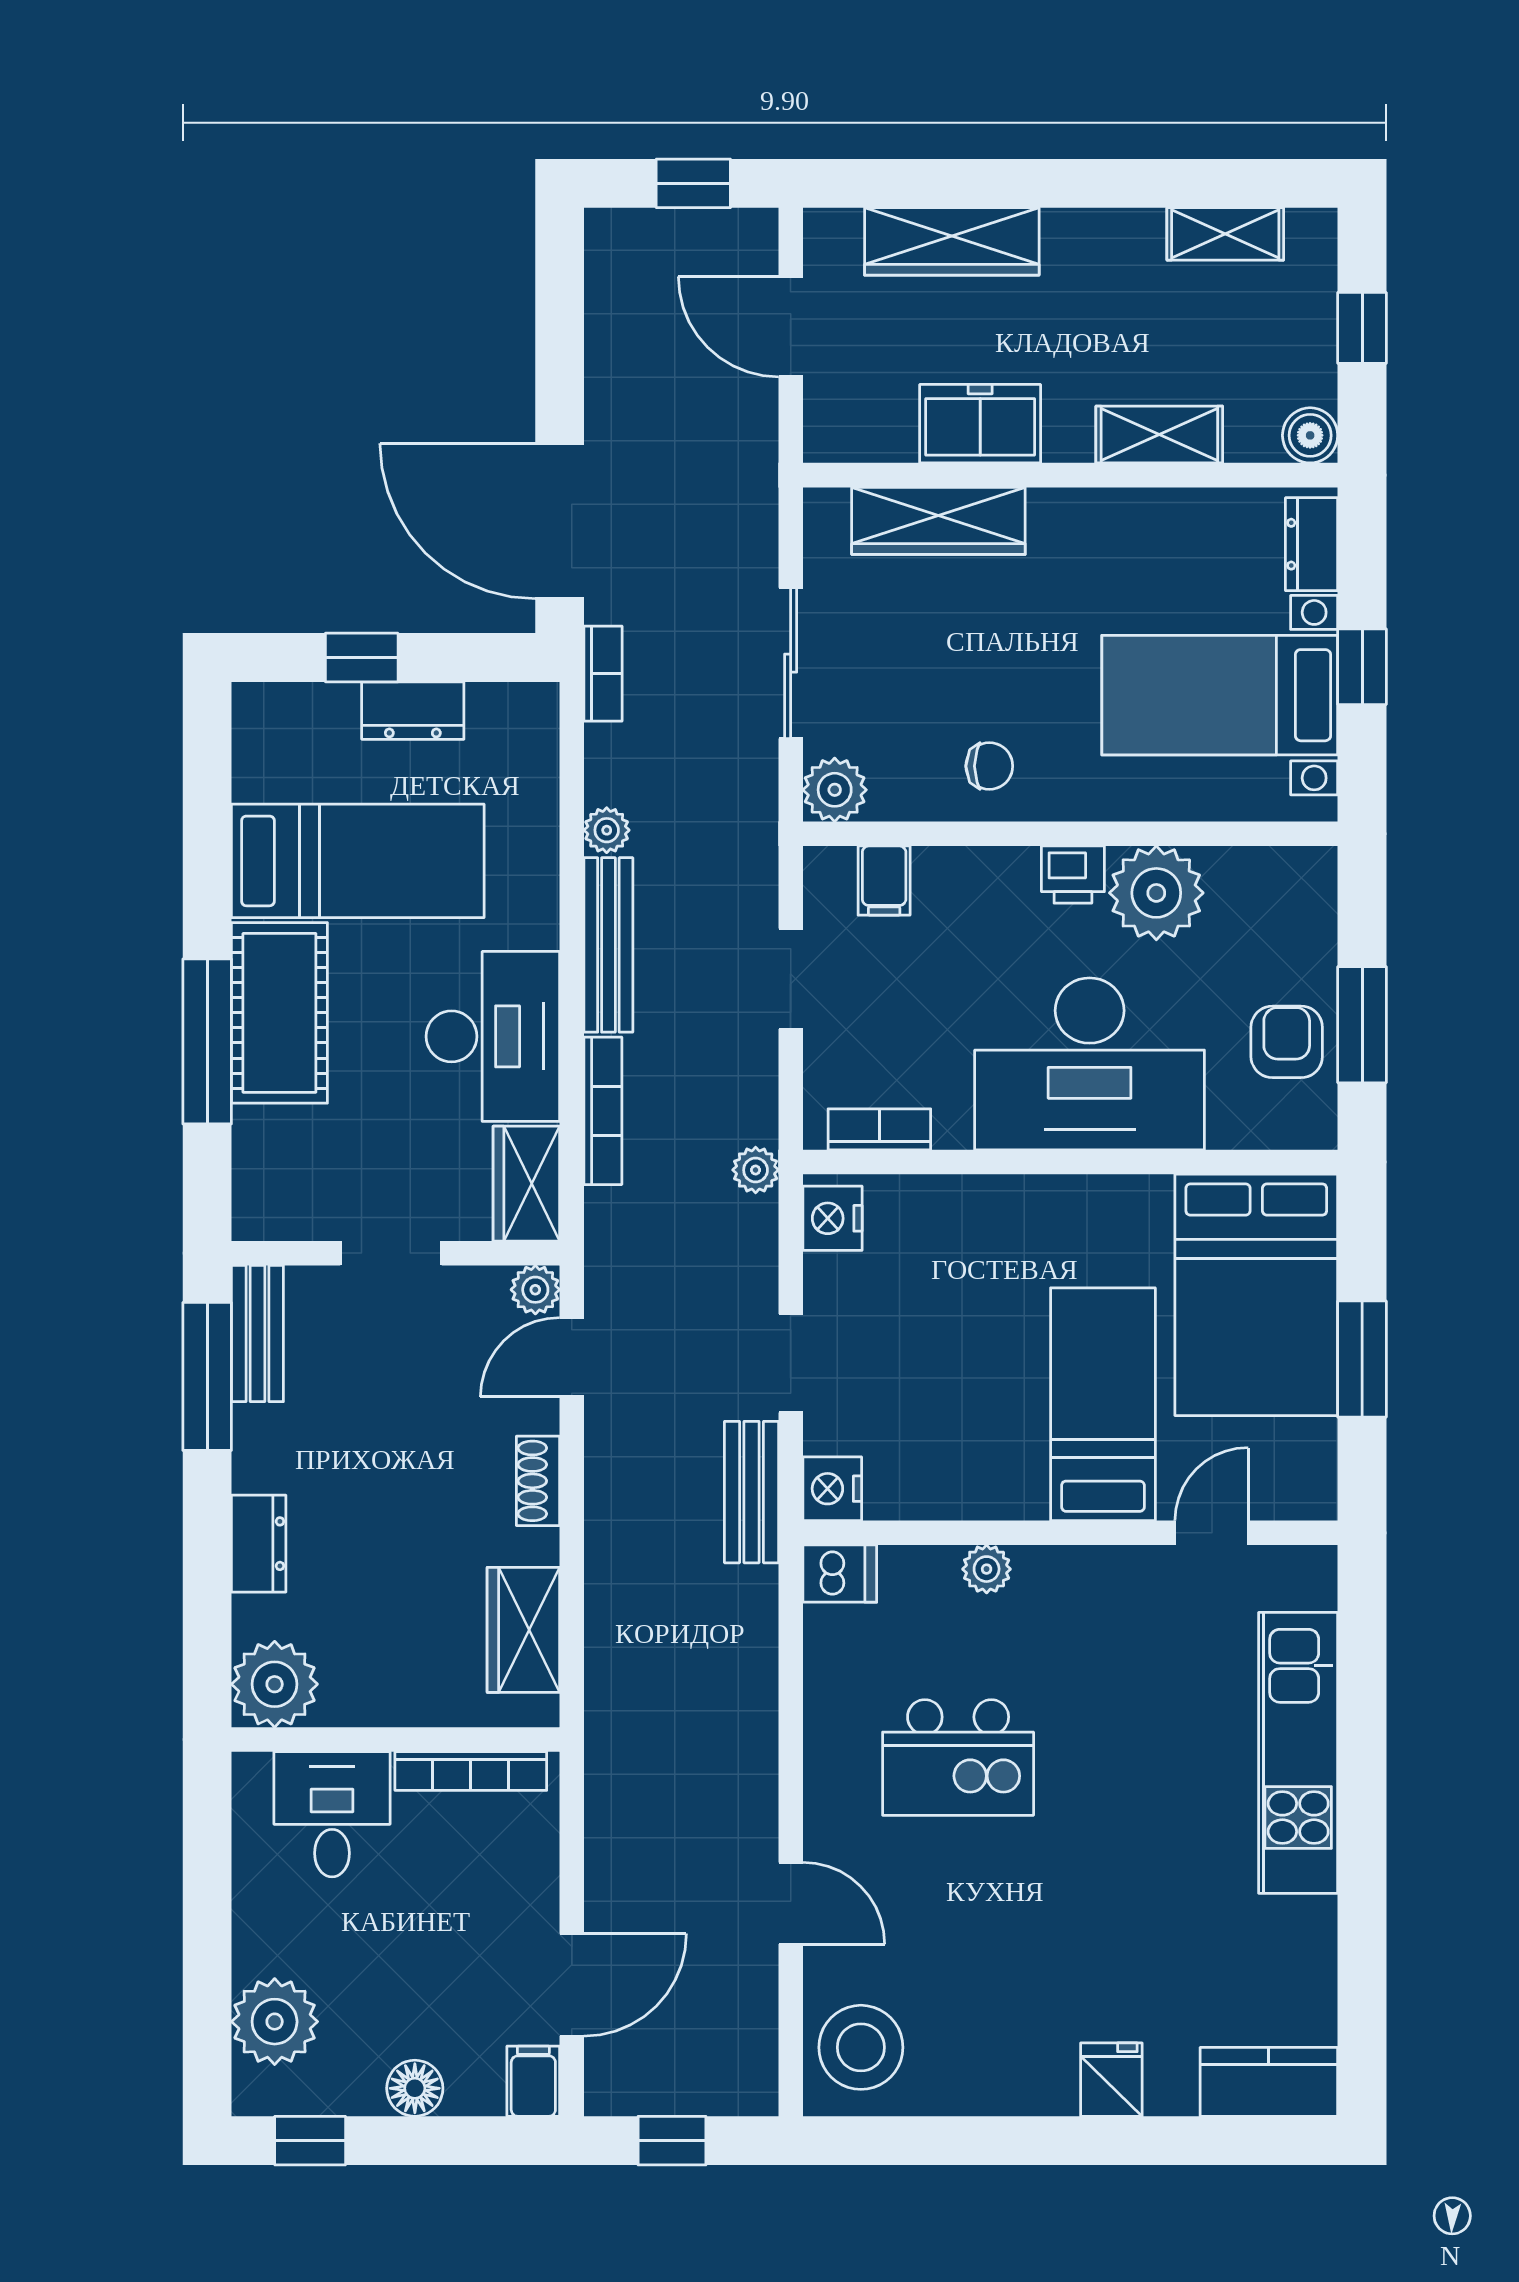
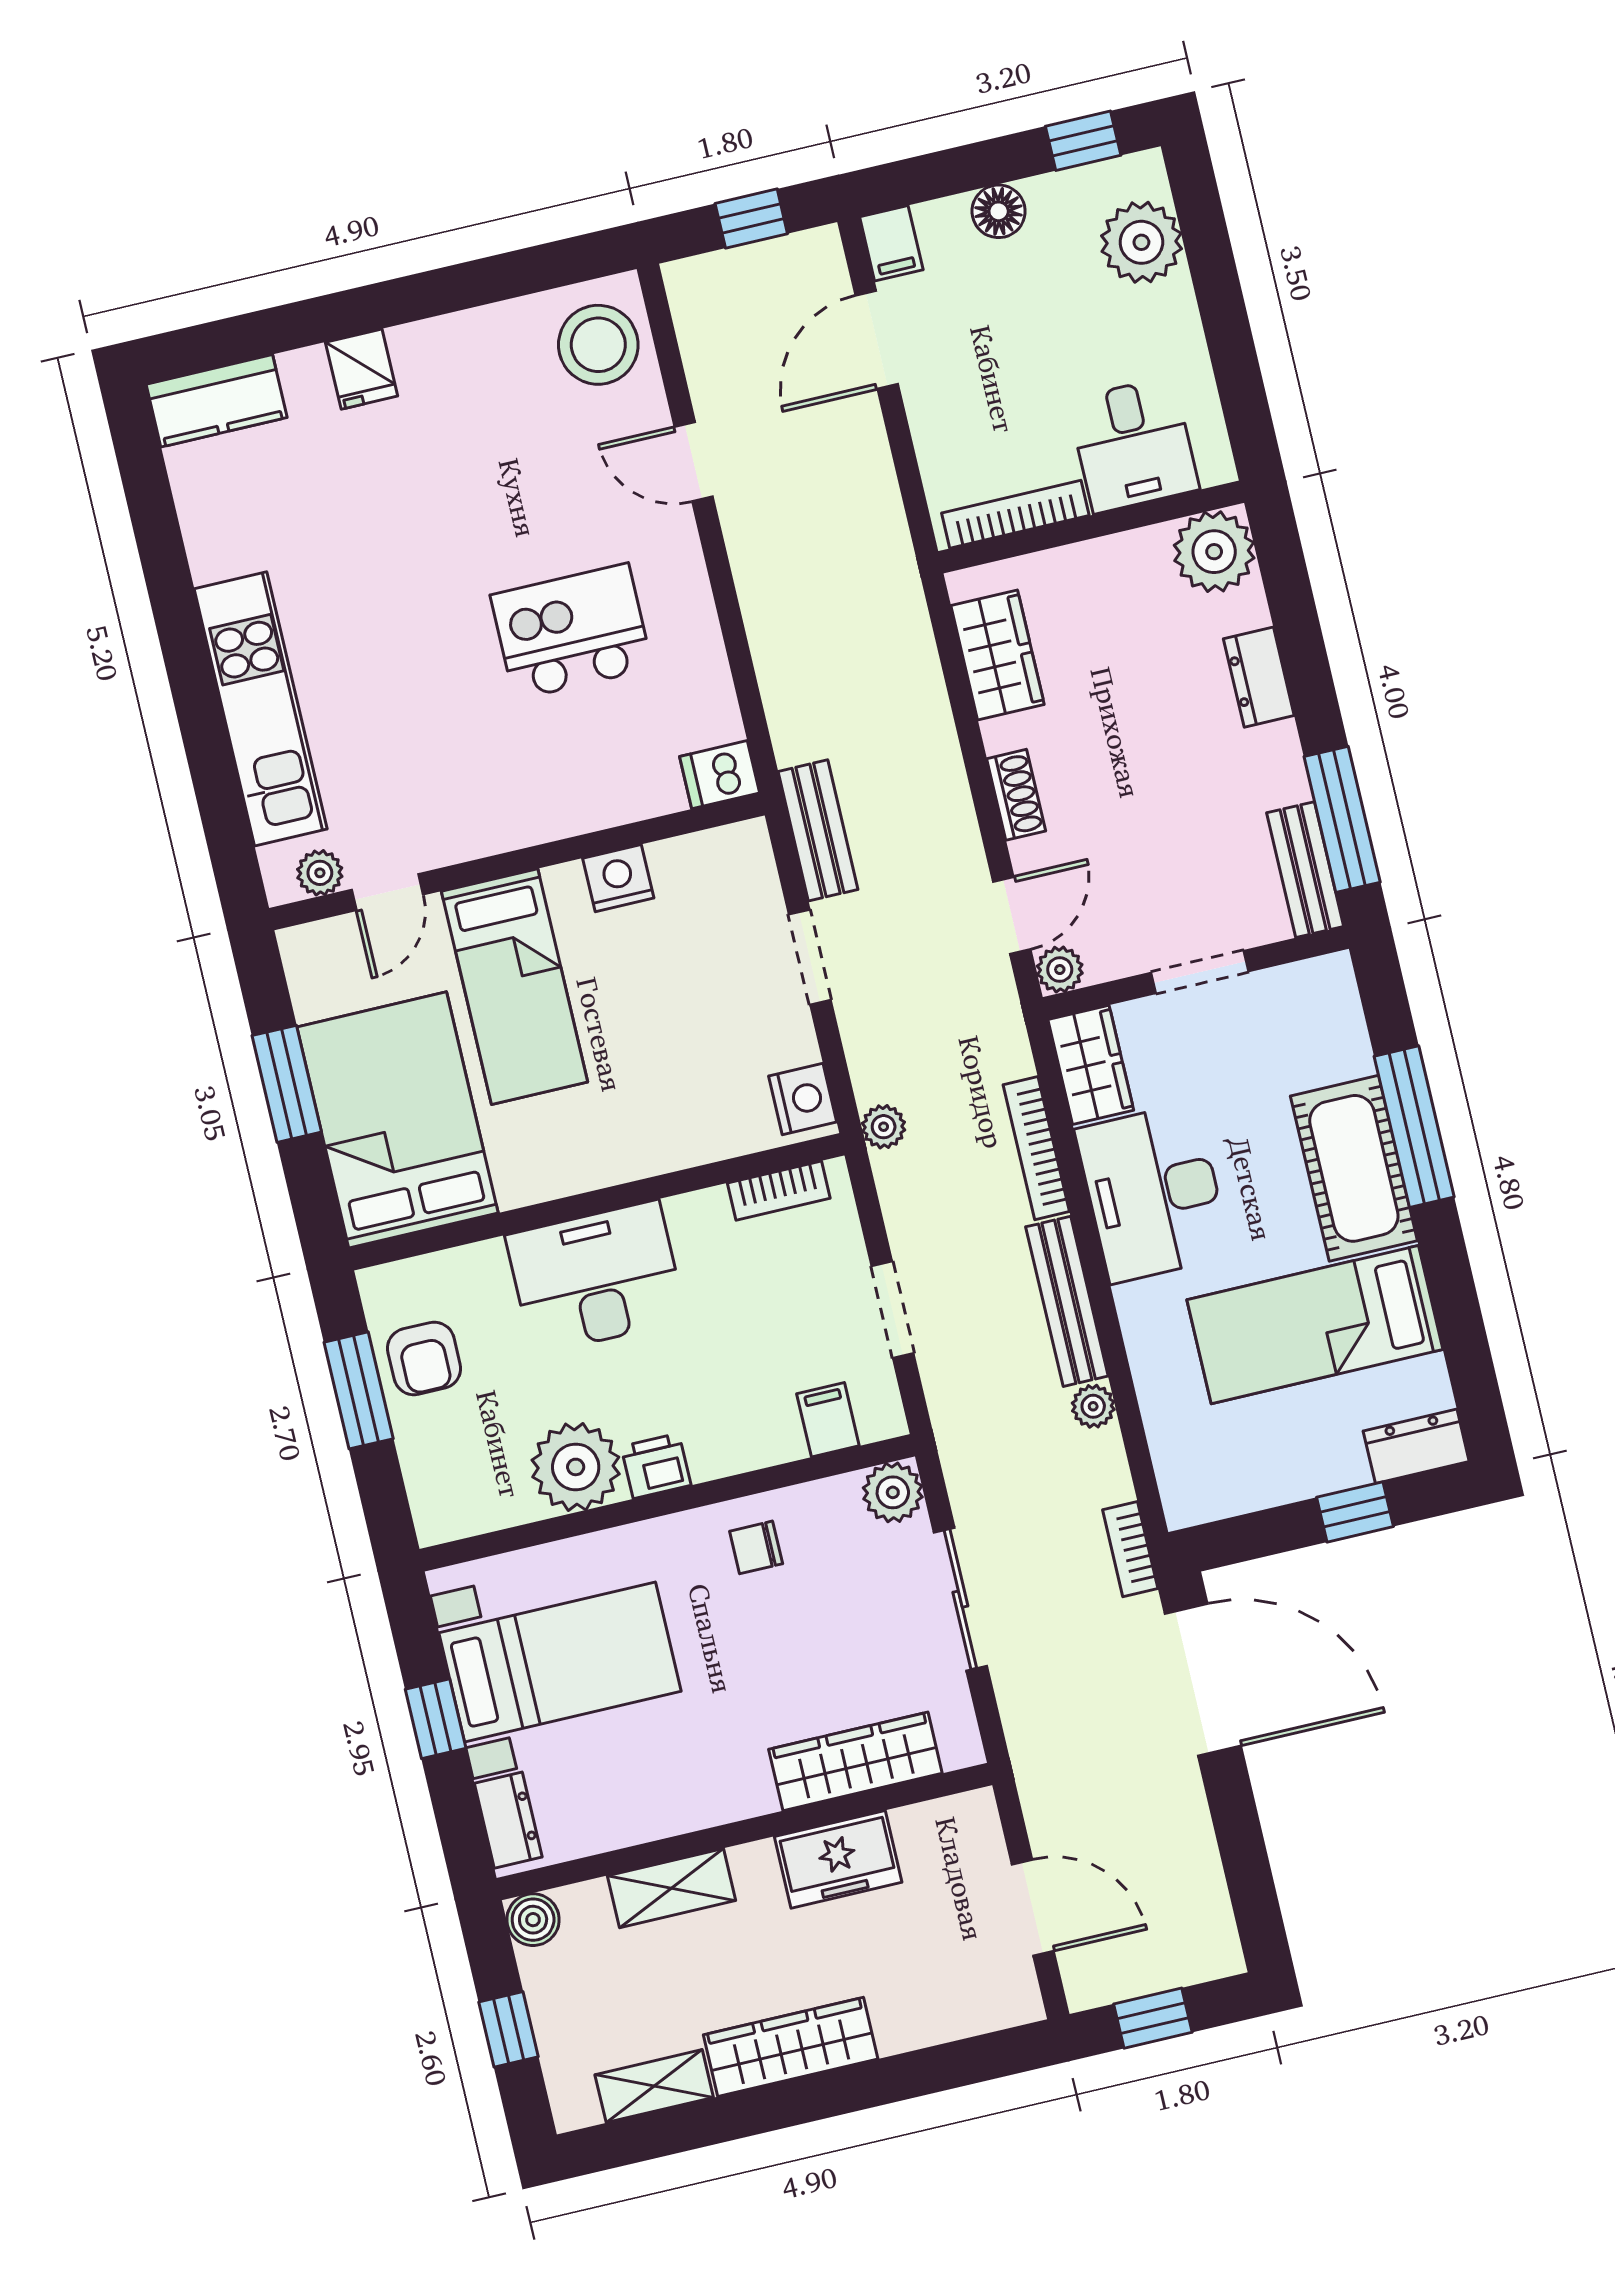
wardrobe: (952, 241) -> (791, 2047), moved
dresser: (413, 711) -> (1416, 1446), moved
desk: (1090, 1064) -> (596, 1278), width x0.73, depth x0.77
nightstand: (832, 1489) -> (618, 878), moved, turned -90
plant: (987, 1569) -> (320, 873), moved

